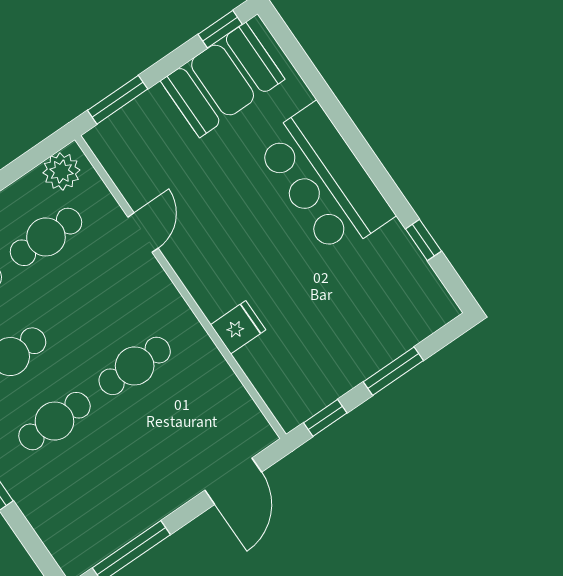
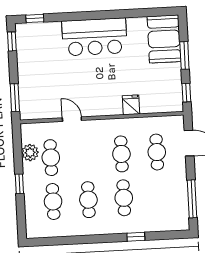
booth: (223, 80) -> (164, 39), moved
plant: (61, 171) -> (30, 153), moved
window: (423, 240) -> (35, 18), moved
cafe table: (179, 430) -> (157, 152), added

